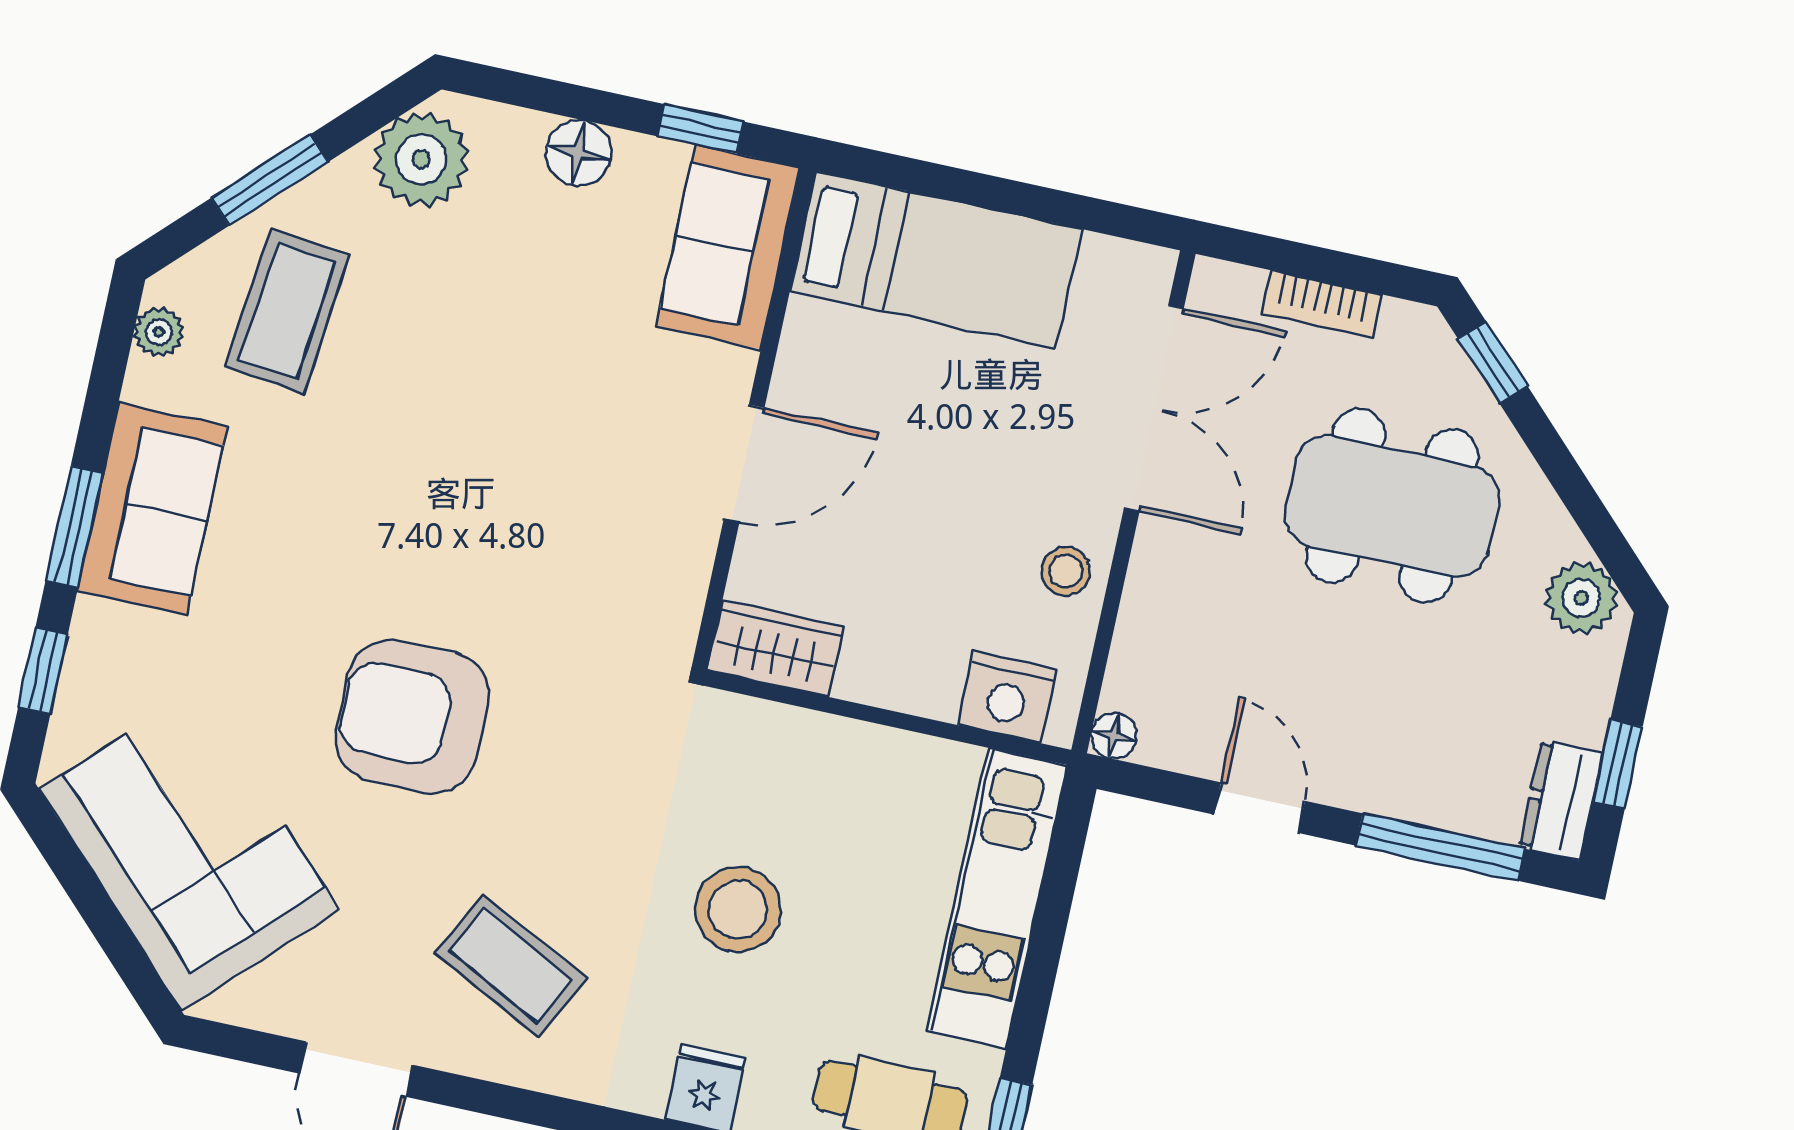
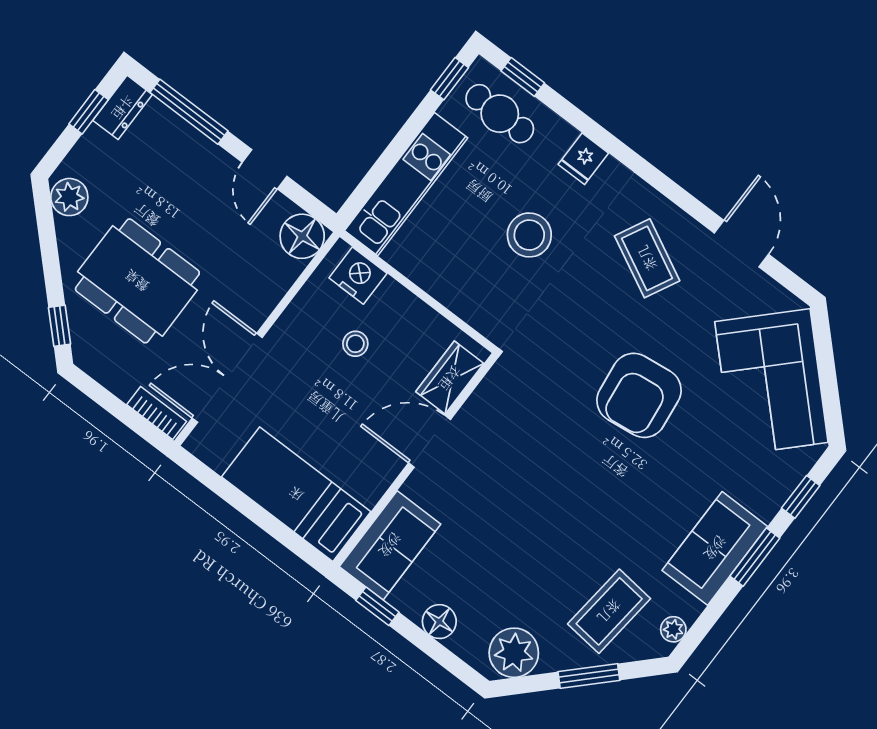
bookcase: (1322, 304) -> (157, 413), moved
stool: (1066, 571) -> (355, 344), moved
wardrobe: (776, 648) -> (450, 378), moved, turned 90
armchair: (412, 717) -> (639, 395), turned 83
floor lamp: (1114, 736) -> (302, 236), width x1.89, depth x1.89

